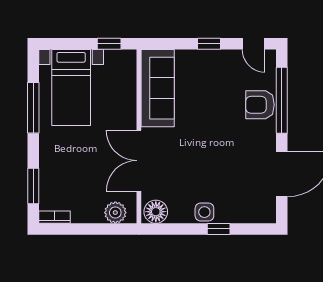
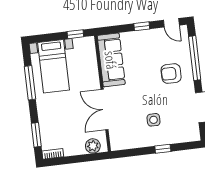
armchair: (260, 105) -> (171, 74), moved
floor lamp: (156, 212) -> (120, 142), removed
side table: (204, 212) -> (154, 120), moved

